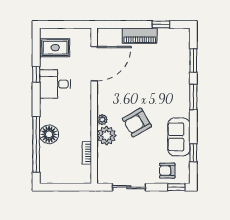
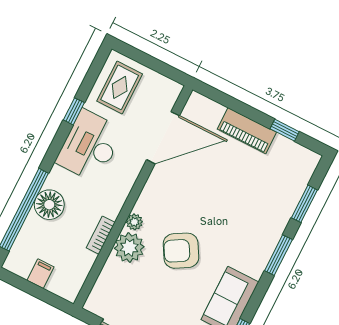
rug: (55, 48) -> (120, 87), turned 90
desk: (55, 84) -> (90, 146), width x1.37
bookcase: (87, 153) -> (101, 235), moved
filing cabinet: (64, 176) -> (40, 274), added

